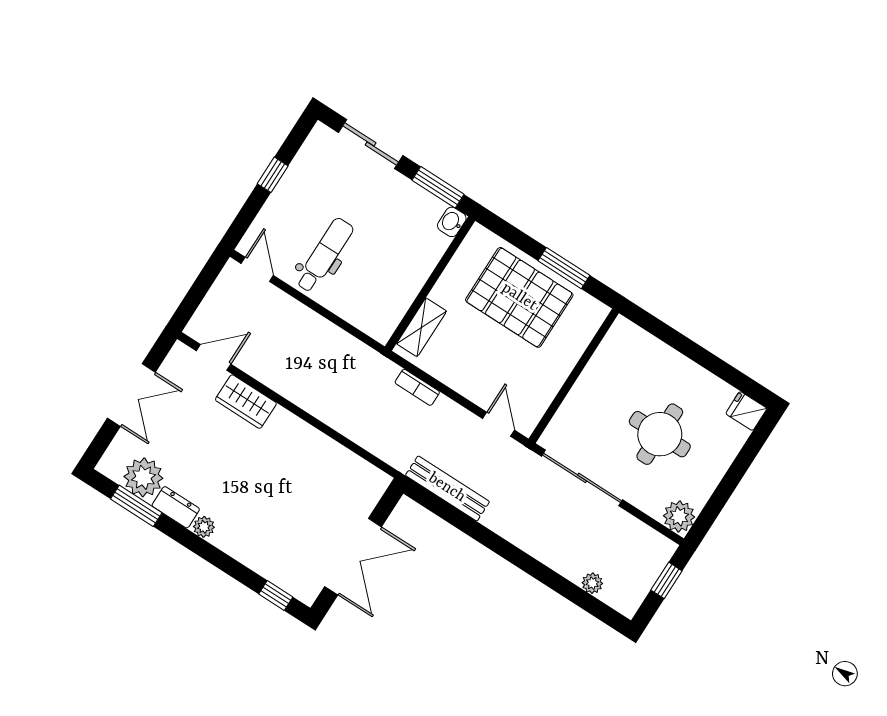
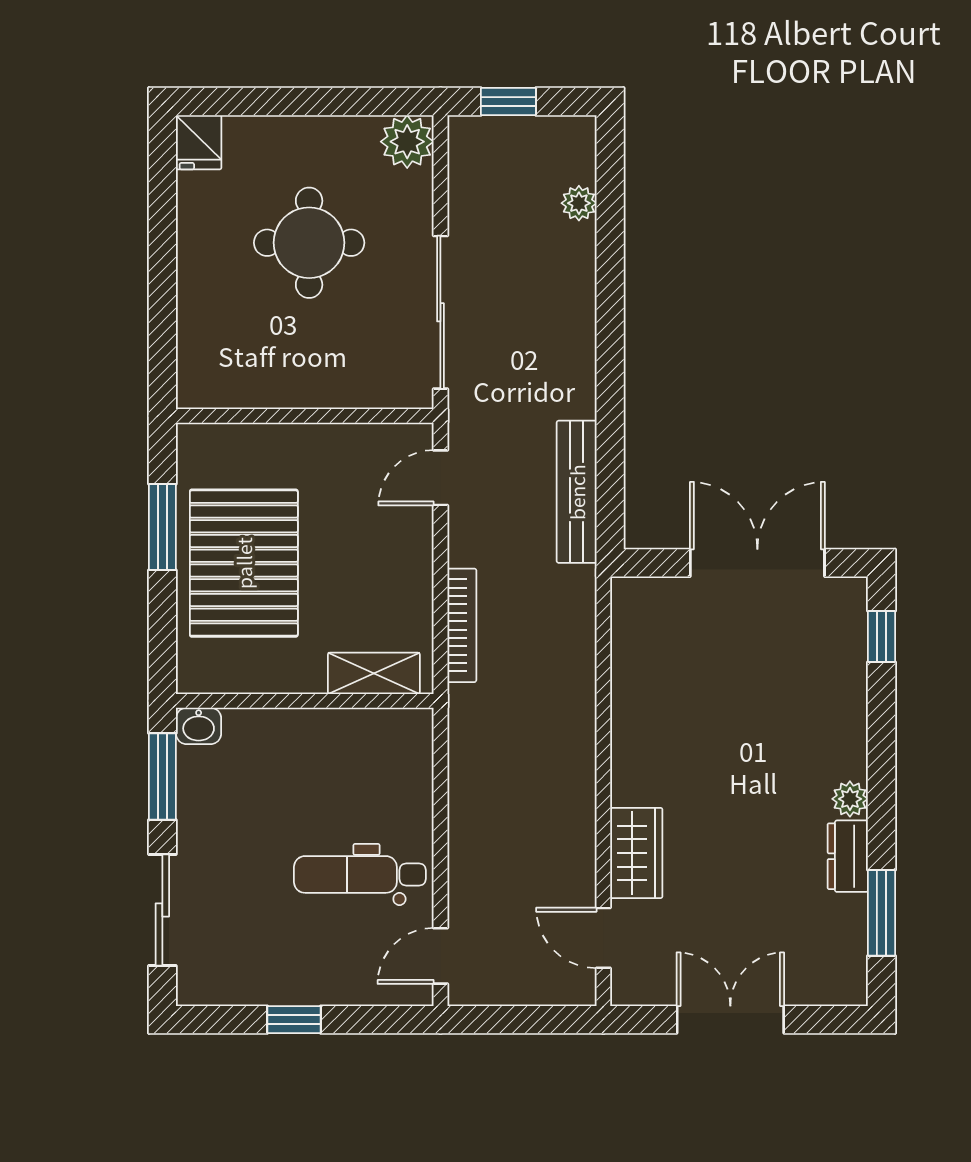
bookcase: (417, 387) -> (462, 625), width x1.56
plant: (143, 477) -> (835, 928), removed

